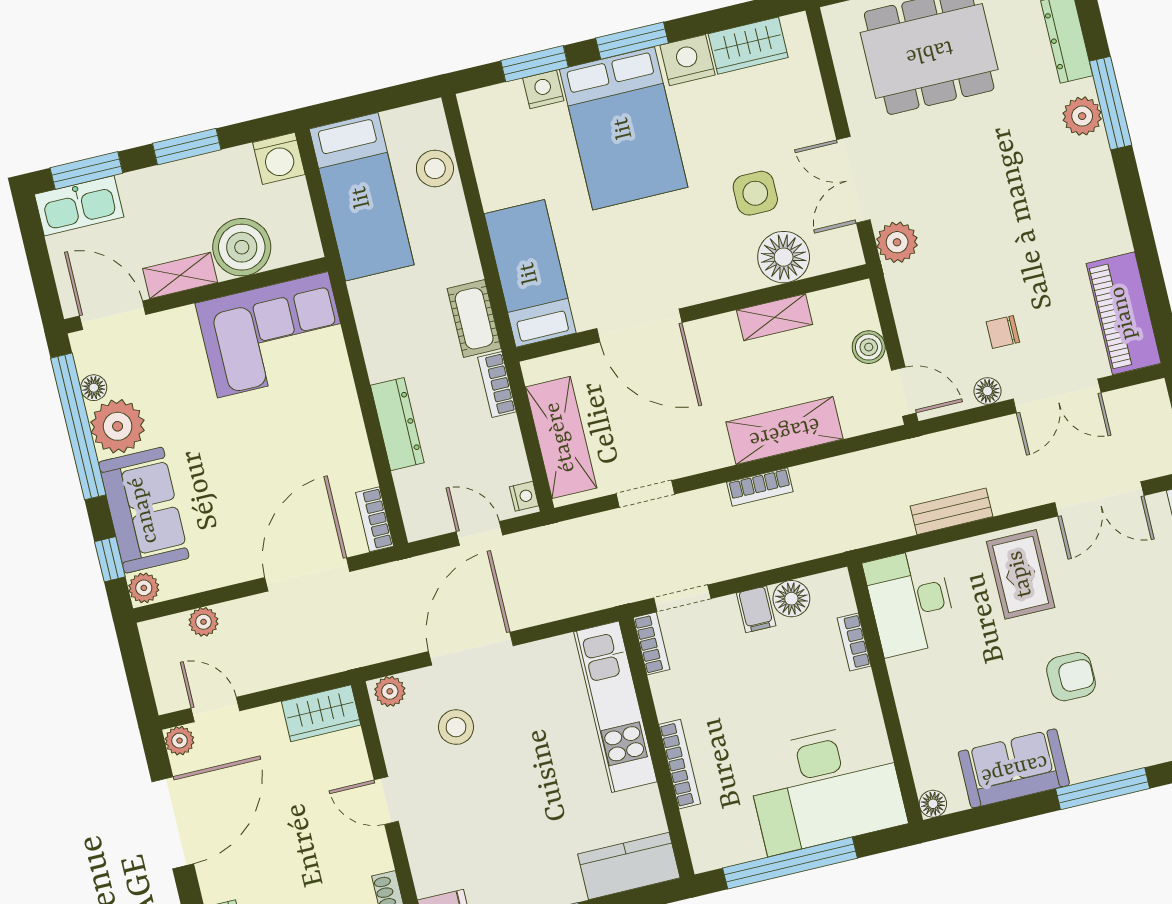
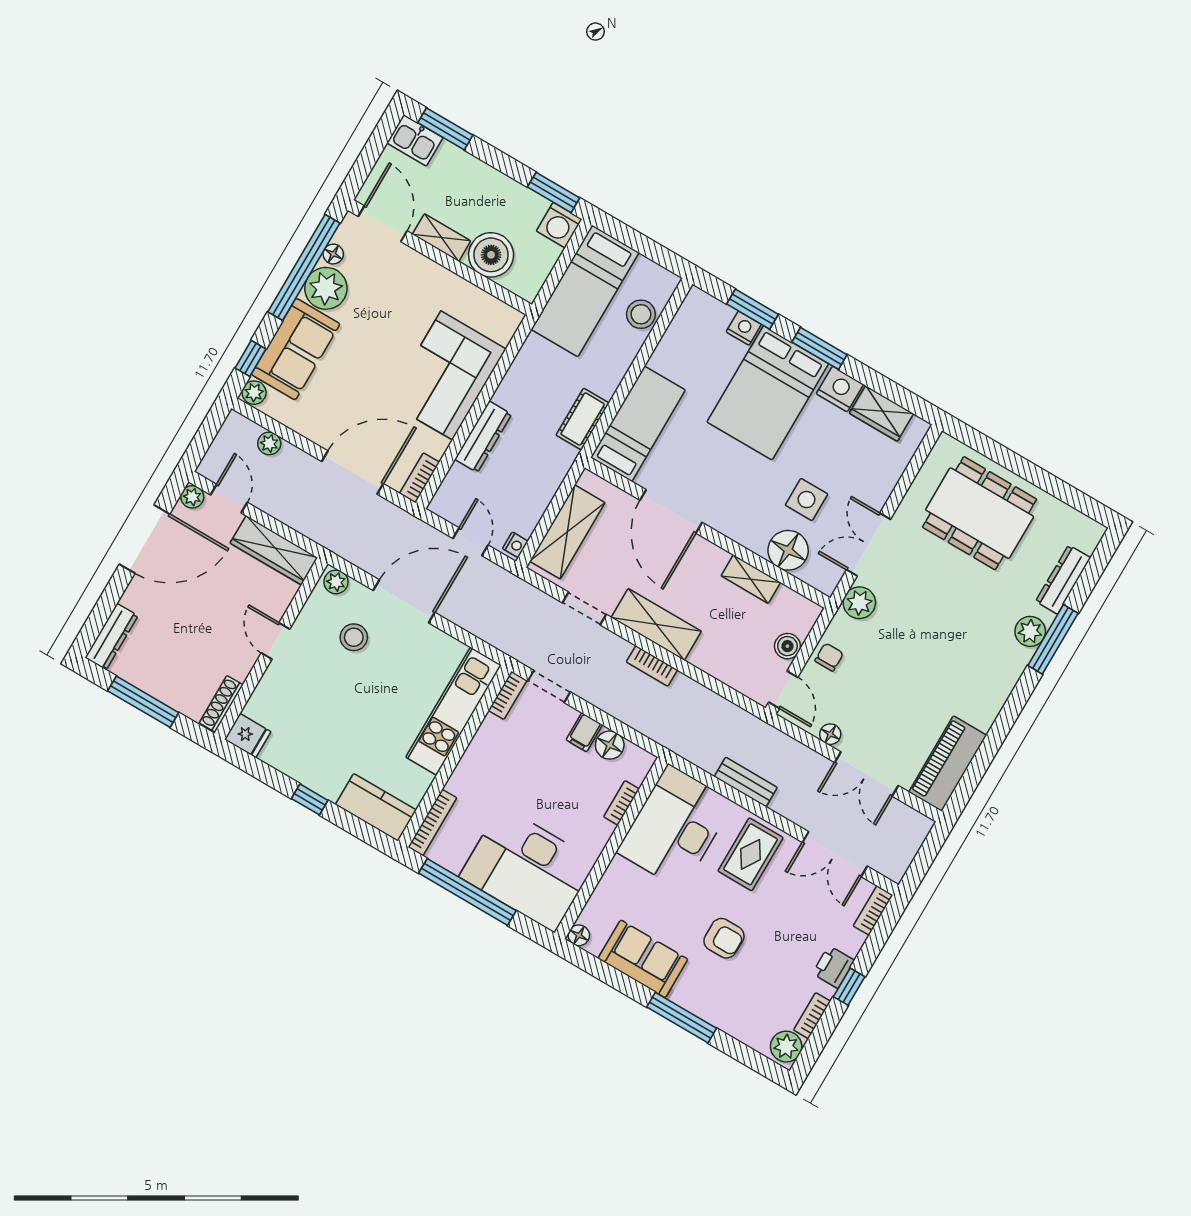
window: (187, 147) -> (554, 192), moved
kitchen sink: (79, 206) -> (415, 140), width x0.73
chair: (1003, 332) -> (829, 657), moved, turned 90
corner sofa: (273, 335) -> (447, 375), moved, turned 90
bookcase: (497, 385) -> (560, 468), removed
shelving: (784, 431) -> (656, 624), moved
desk: (911, 602) -> (675, 827), width x1.36, depth x1.30
wardrobe: (321, 713) -> (274, 550), width x1.50
bookcase: (680, 764) -> (432, 822), moved

